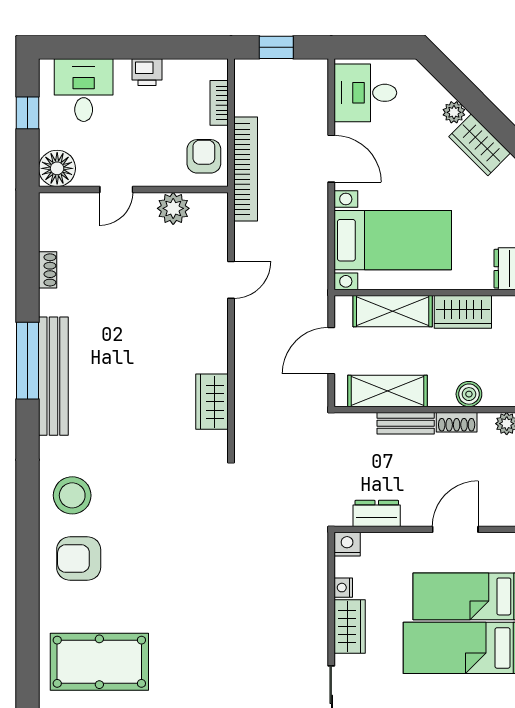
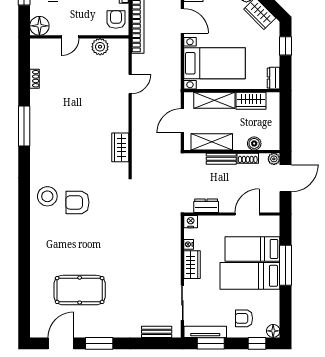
bench: (53, 376) -> (38, 134), removed
armchair: (79, 559) -> (77, 202), moved
pool table: (99, 662) -> (80, 290), moved

